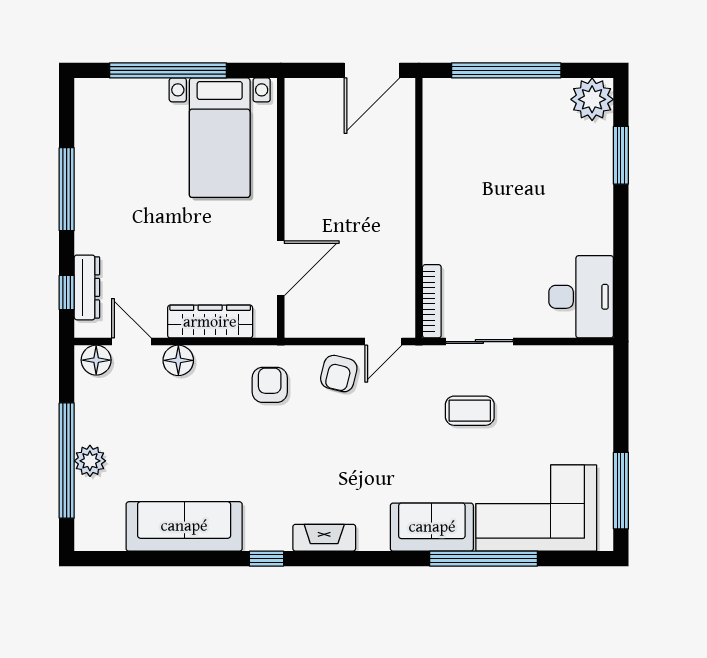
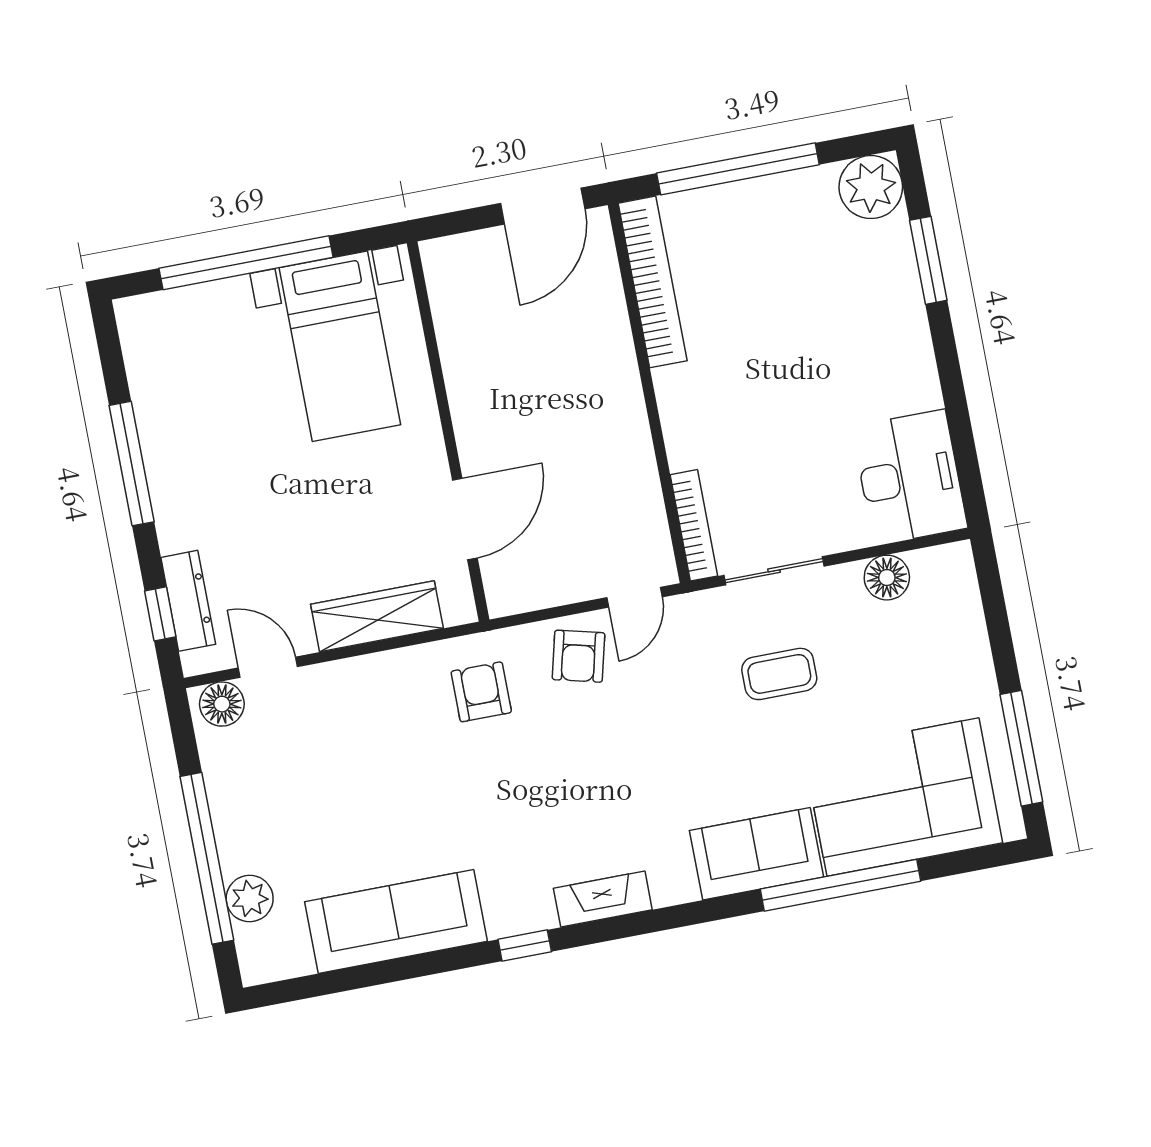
bookcase: (435, 135) -> (653, 282), added
floor lamp: (178, 360) -> (887, 578), moved
plant: (90, 461) -> (250, 899), moved

